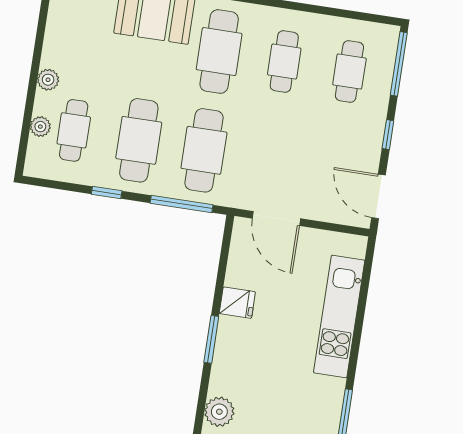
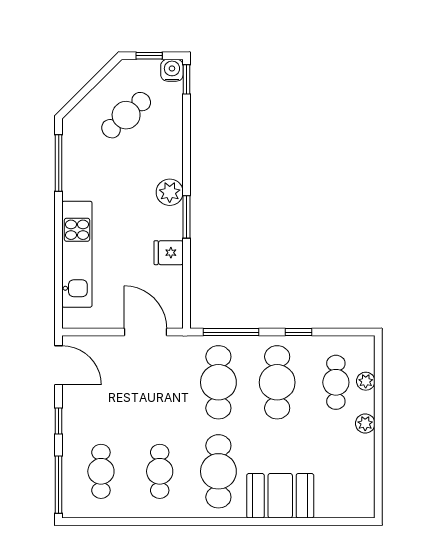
plant: (219, 412) -> (170, 192), moved

